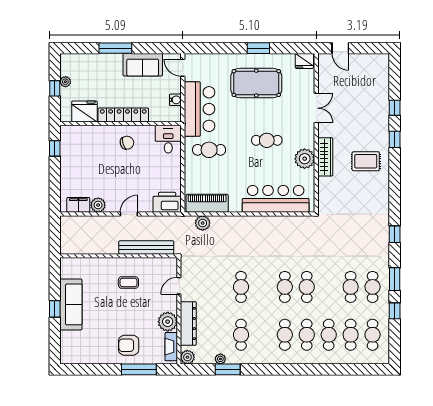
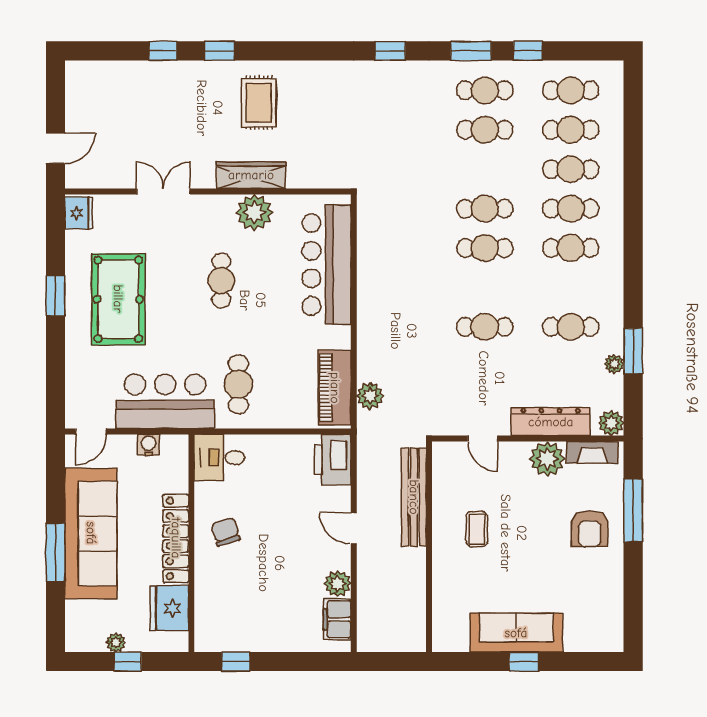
sofa: (143, 65) -> (91, 533), width x1.85, depth x1.27

